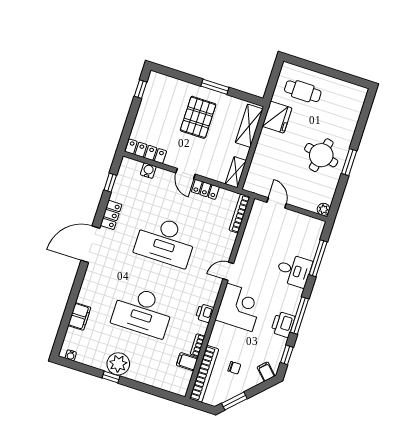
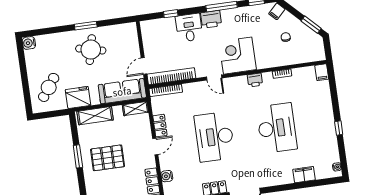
cafe table: (303, 91) -> (49, 87), turned 36
water cooler: (360, 93) -> (29, 43), added
sofa: (261, 167) -> (122, 91), added
plant: (324, 209) -> (131, 28), removed
desk: (165, 241) -> (215, 137), turned 180
window: (318, 258) -> (171, 14), width x0.46
printer: (283, 324) -> (211, 19), moved
filing cabinet: (187, 362) -> (322, 72), moved
plant: (118, 364) -> (326, 127), removed
bookcase: (204, 374) -> (171, 76), moved

